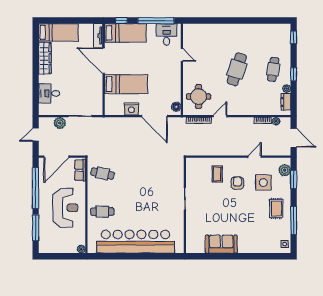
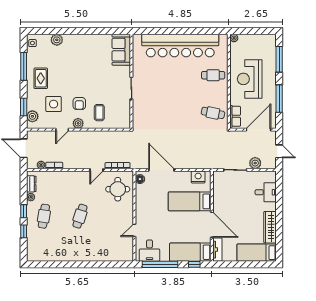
window: (294, 37) -> (24, 231), moved
door: (182, 55) -> (134, 230), hinge flipped
cafe table: (237, 69) -> (80, 216), width x0.73, depth x0.74
nightstand: (131, 109) -> (198, 177), moved
door: (36, 135) -> (279, 151), hinge flipped
plant: (239, 163) -> (78, 123), added
window: (36, 188) -> (279, 99), width x0.68
sofa: (221, 244) -> (121, 50), moved, turned 90
plant: (260, 247) -> (57, 40), added

